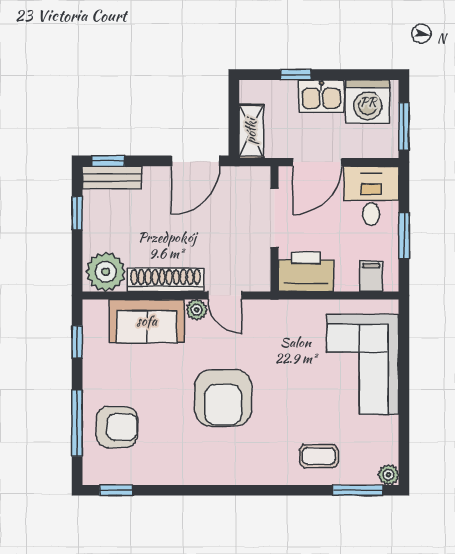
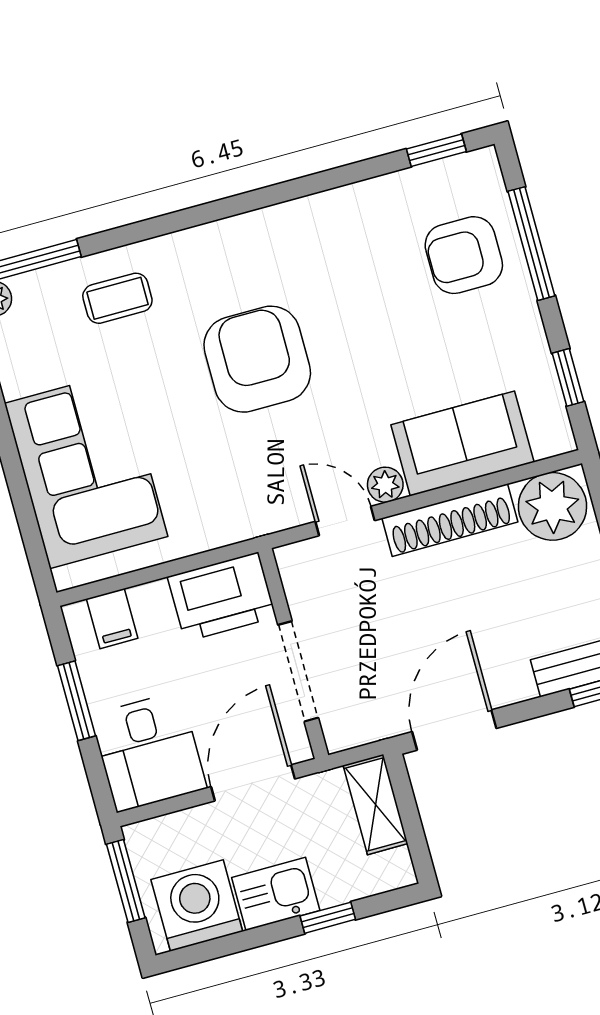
armchair: (223, 398) -> (257, 359), moved

